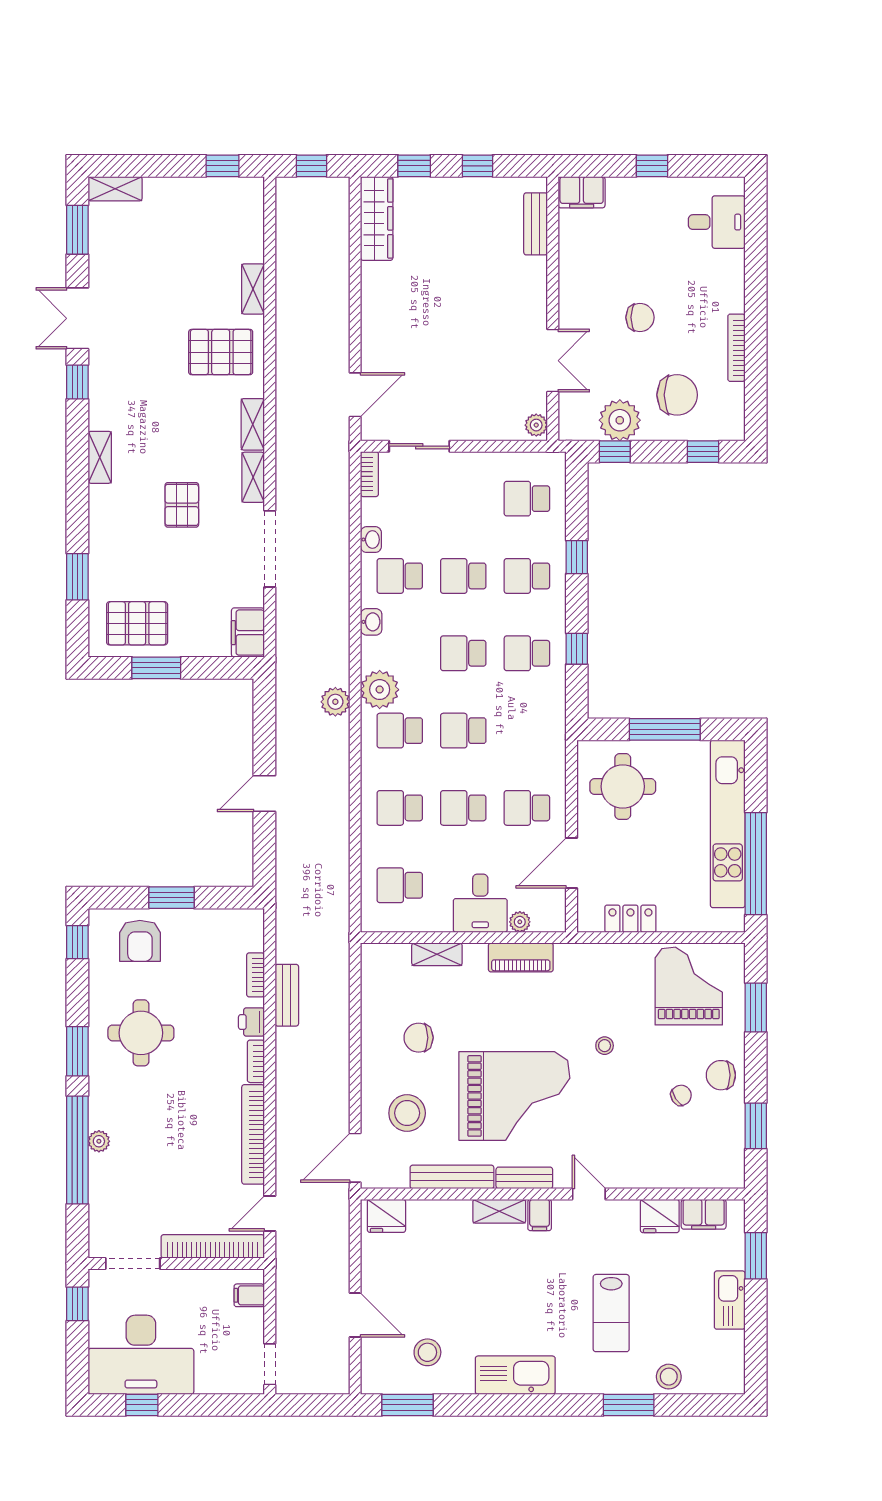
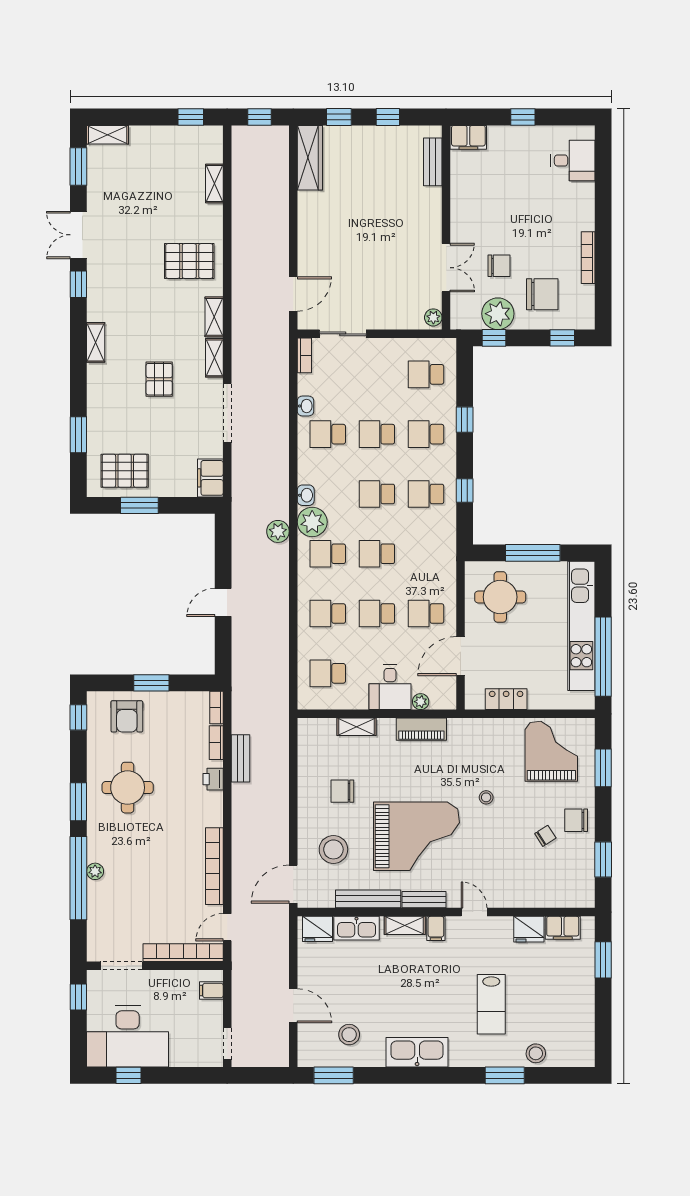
shelving: (253, 289) -> (214, 184), moved
chair: (640, 317) -> (499, 266), moved
washbasin: (371, 622) -> (306, 495), moved
bookcase: (256, 1061) -> (216, 708), moved
kitchen sink: (730, 1300) -> (356, 928), moved, turned -90

